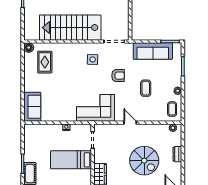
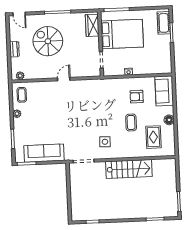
stairs: (70, 28) -> (129, 169), width x0.73, depth x0.66
floor lamp: (29, 48) -> (169, 120), moved
armchair: (118, 76) -> (137, 97), moved
coffee table: (146, 88) -> (131, 122), moved
corner sofa: (95, 108) -> (100, 93), removed
door: (130, 123) -> (64, 79), swing flipped
bed: (71, 160) -> (122, 34), width x1.50

